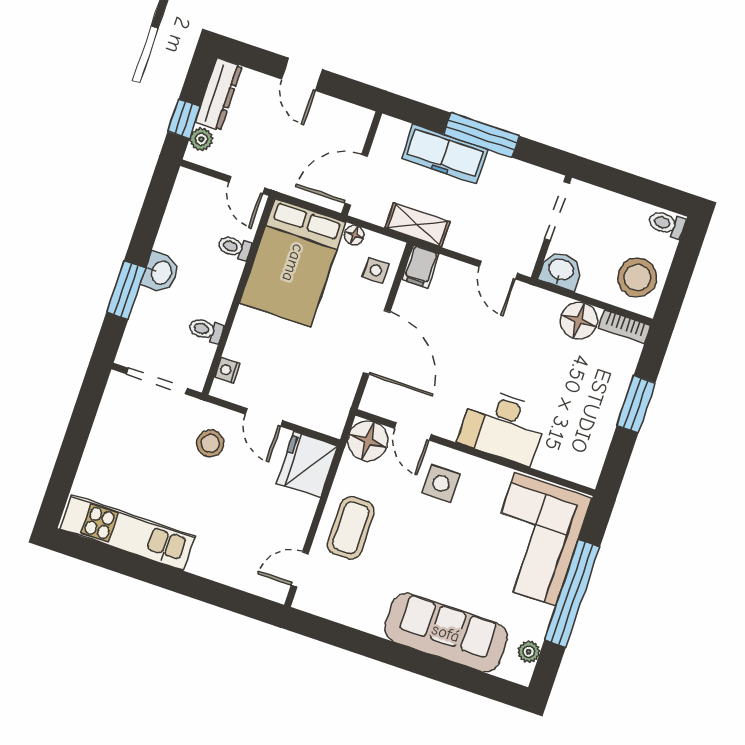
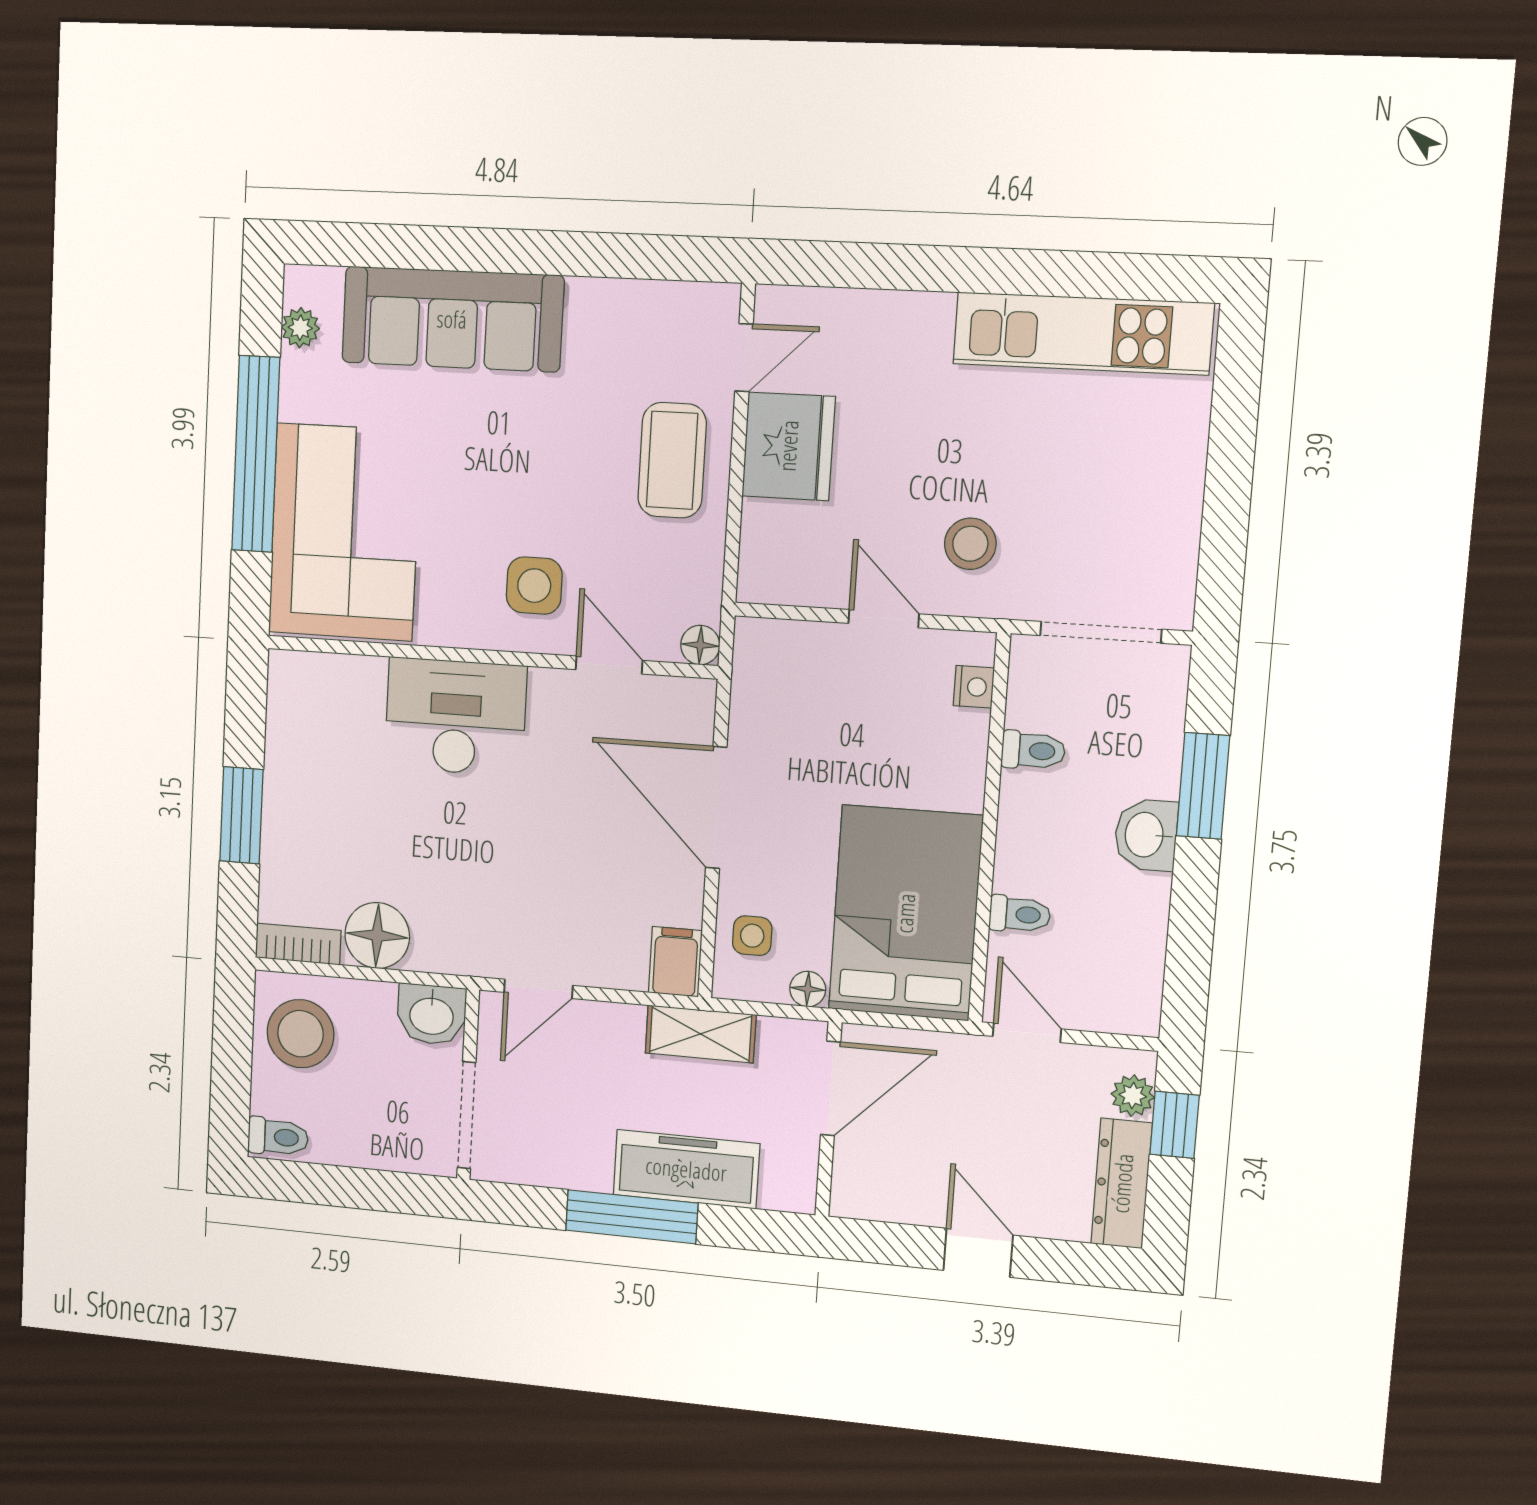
door: (498, 270) -> (538, 989), swing flipped
floor lamp: (368, 441) -> (700, 645), width x0.53, depth x0.53
fridge: (307, 464) -> (788, 446), moved

